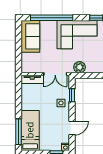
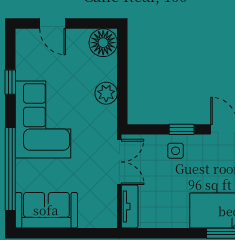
plant: (80, 67) -> (106, 93), moved
window: (72, 95) -> (182, 129), moved

